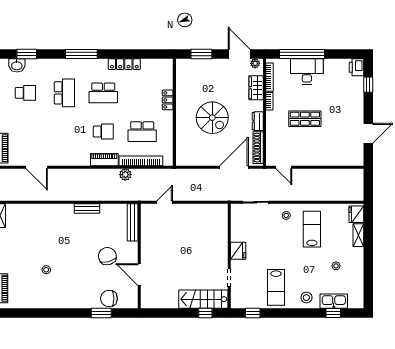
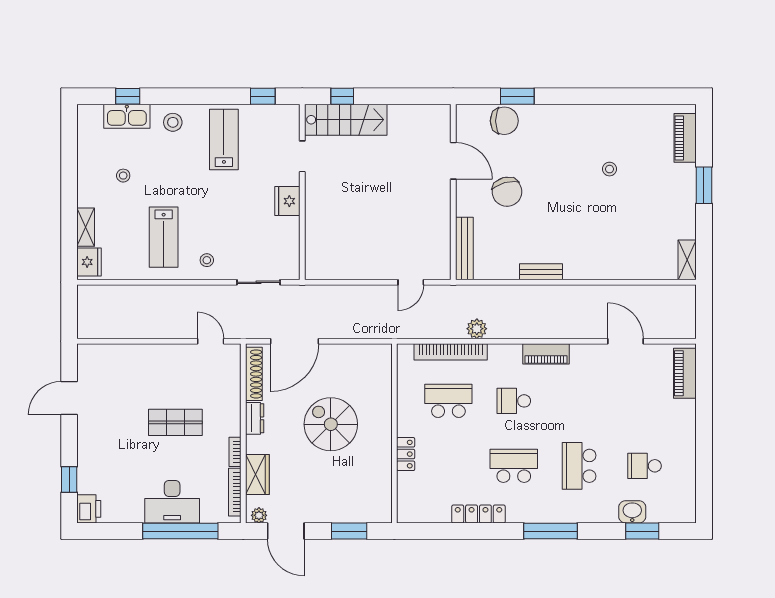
washbasin: (17, 65) -> (632, 512), moved
piano: (104, 160) -> (546, 354), moved

